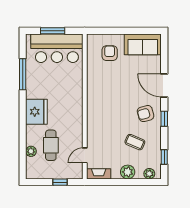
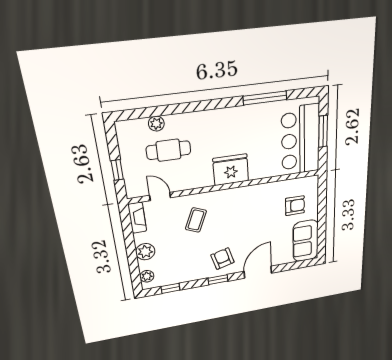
fridge: (36, 112) -> (231, 170), moved, turned 180
coffee table: (135, 142) -> (196, 220), moved

